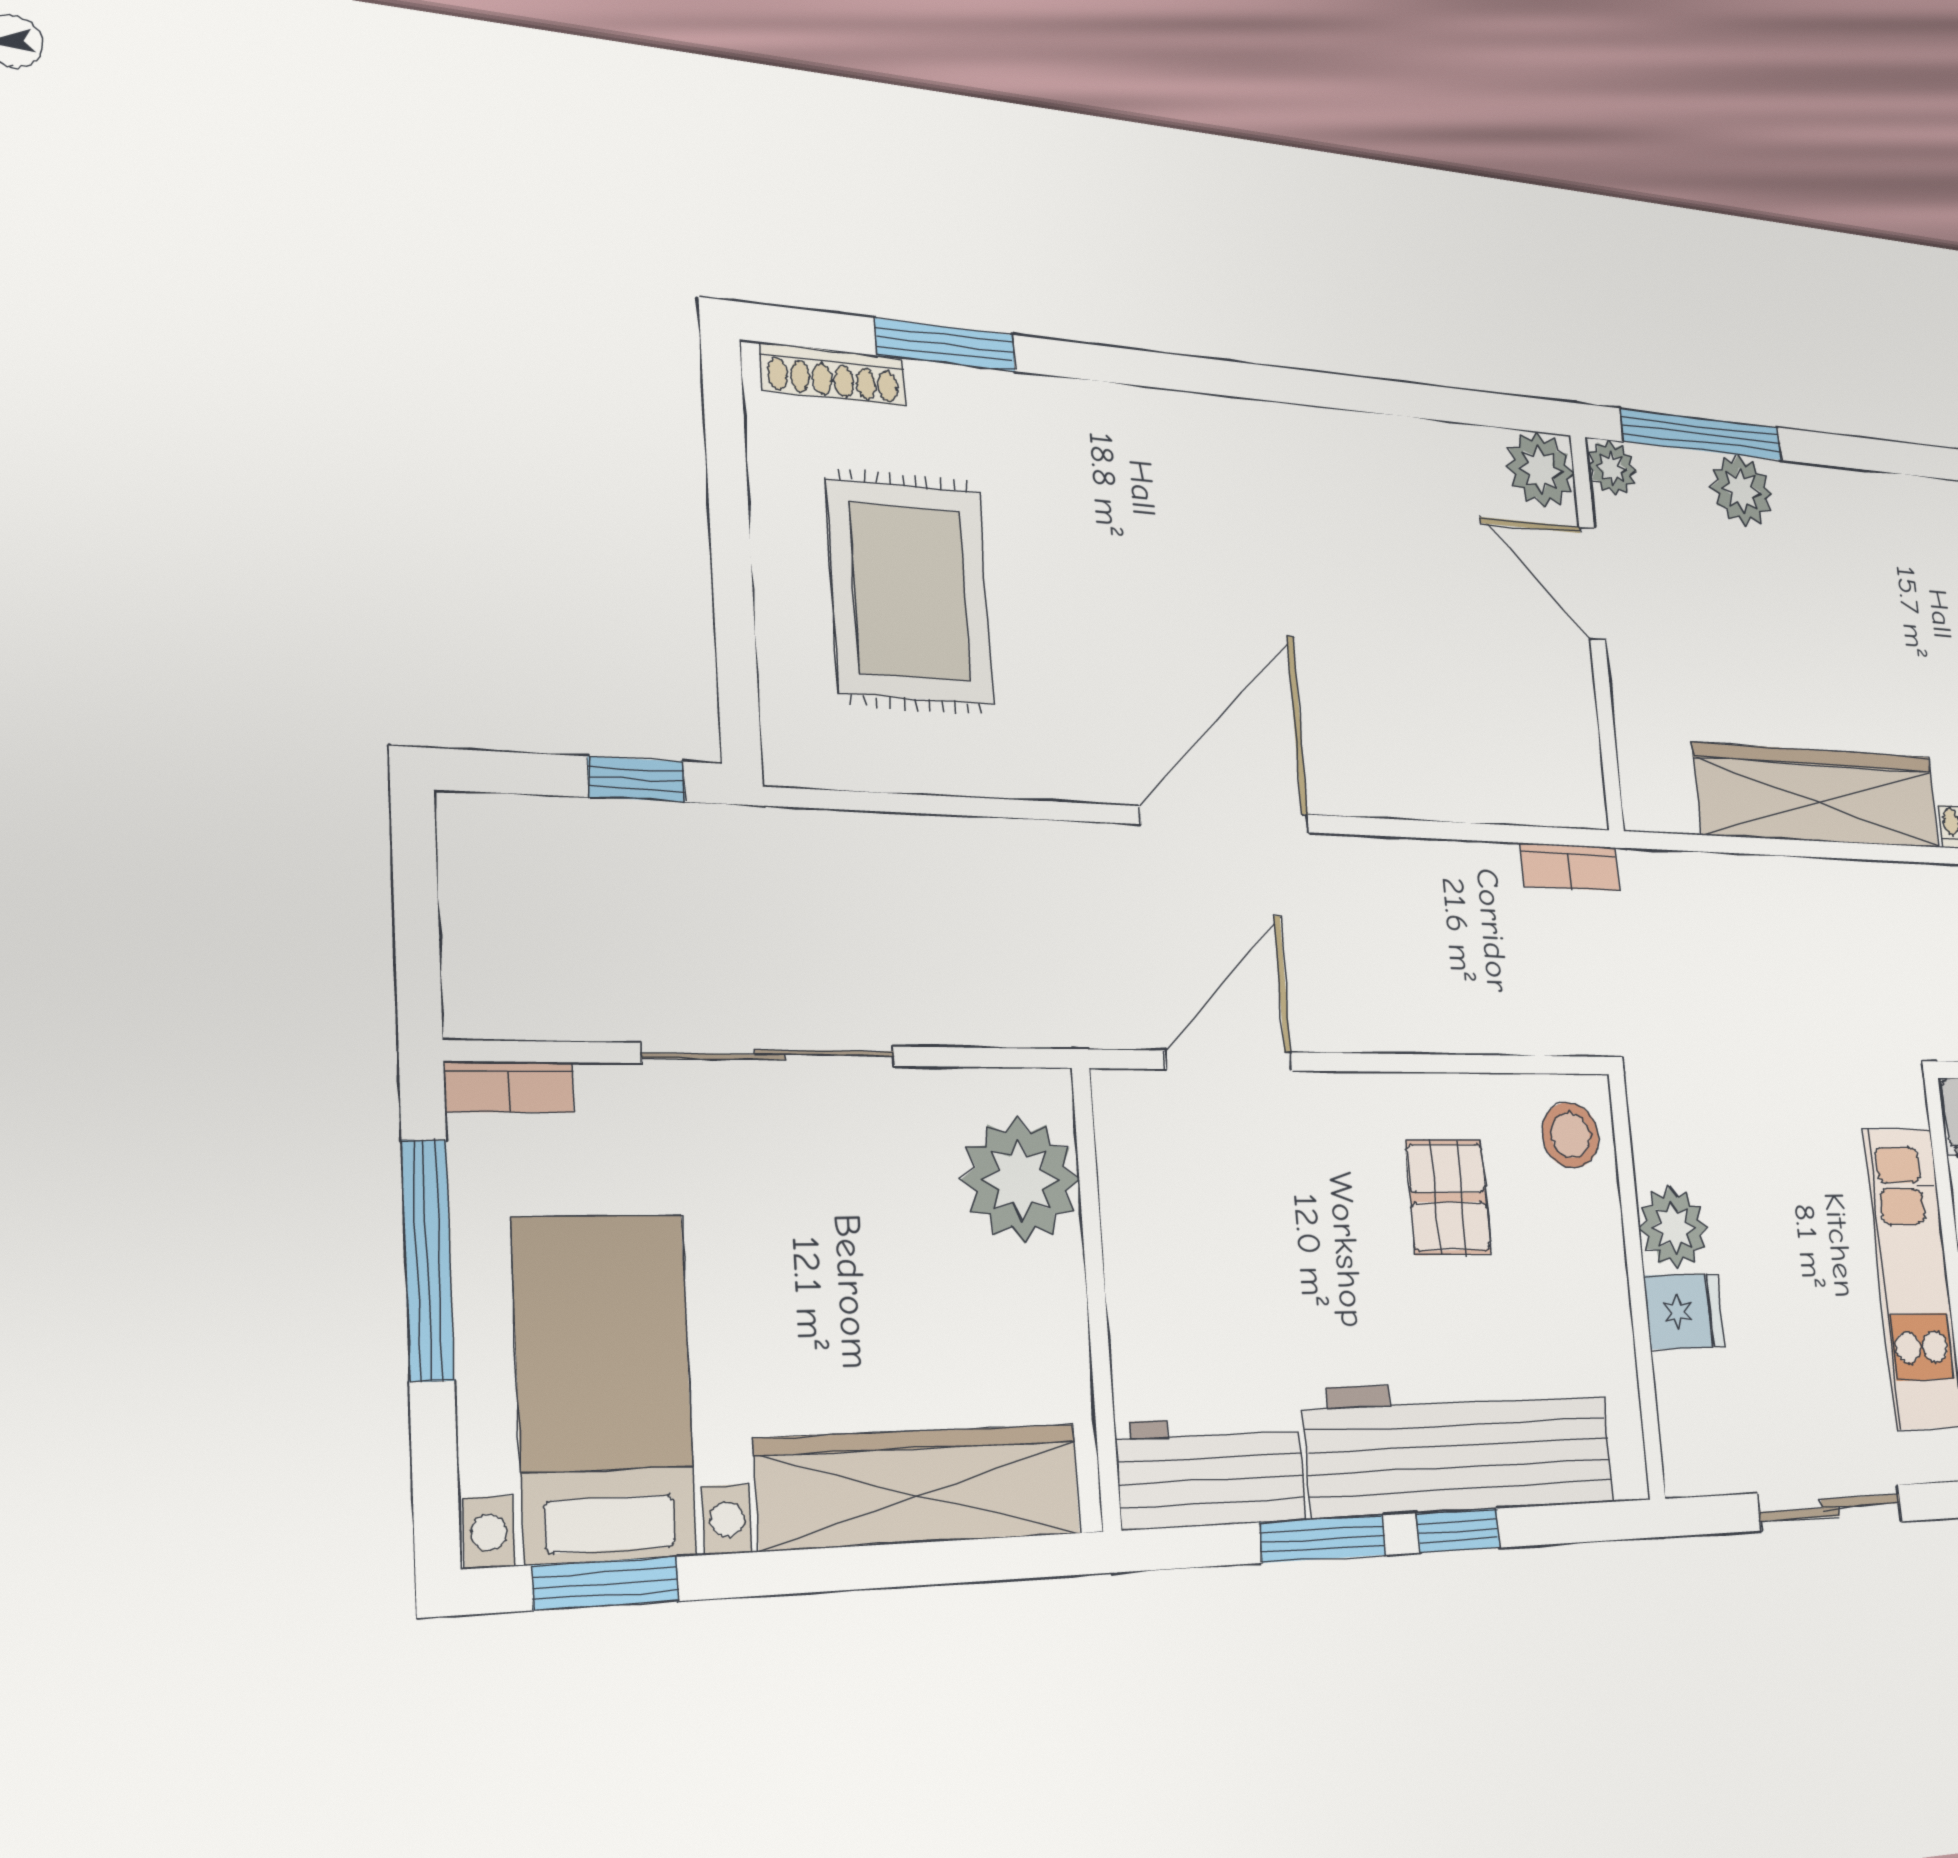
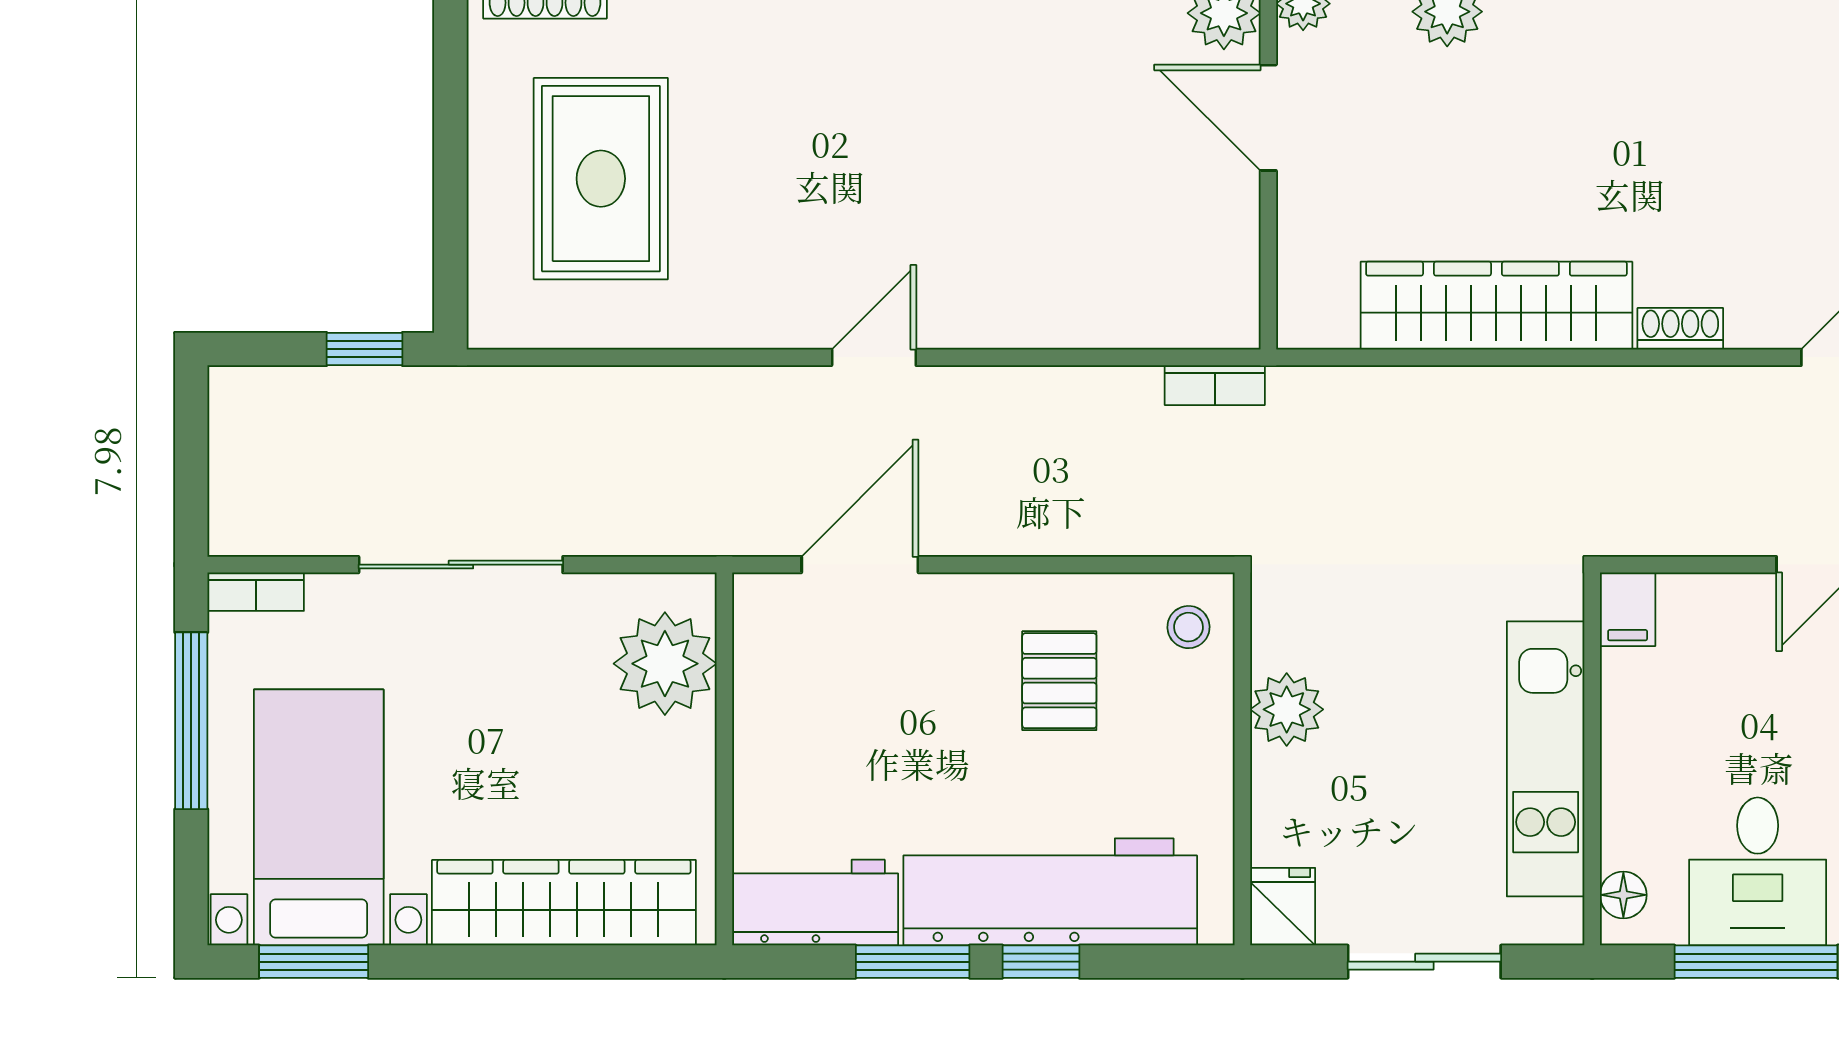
door: (1225, 819) -> (874, 357), width x0.53
stool: (1570, 1135) -> (1188, 627), width x0.73, depth x0.73
fridge: (1684, 1311) -> (1283, 907), moved, turned -90

